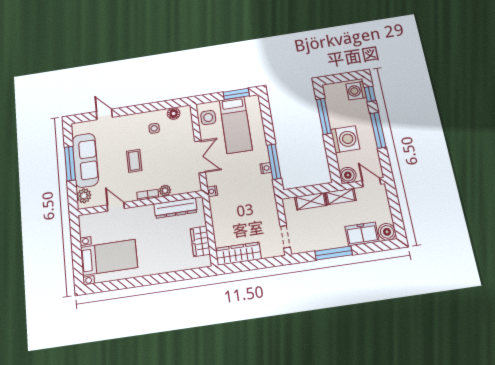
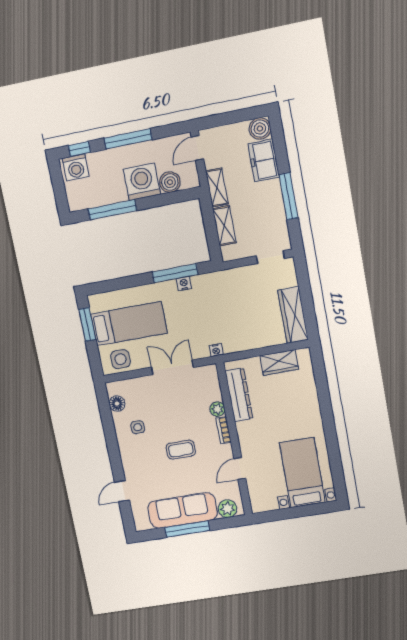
boiler: (348, 175) -> (170, 182), moved

